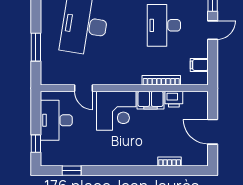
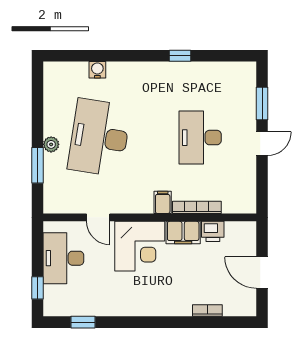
plant: (47, 31) -> (51, 144), added
filing cabinet: (199, 65) -> (163, 202), moved, turned 90

